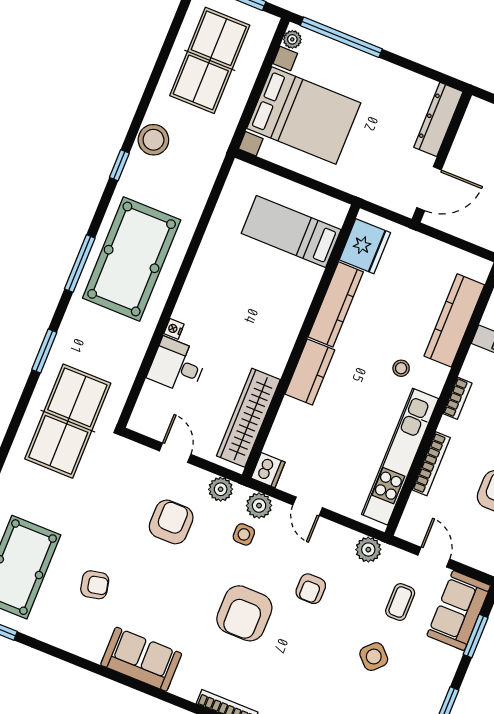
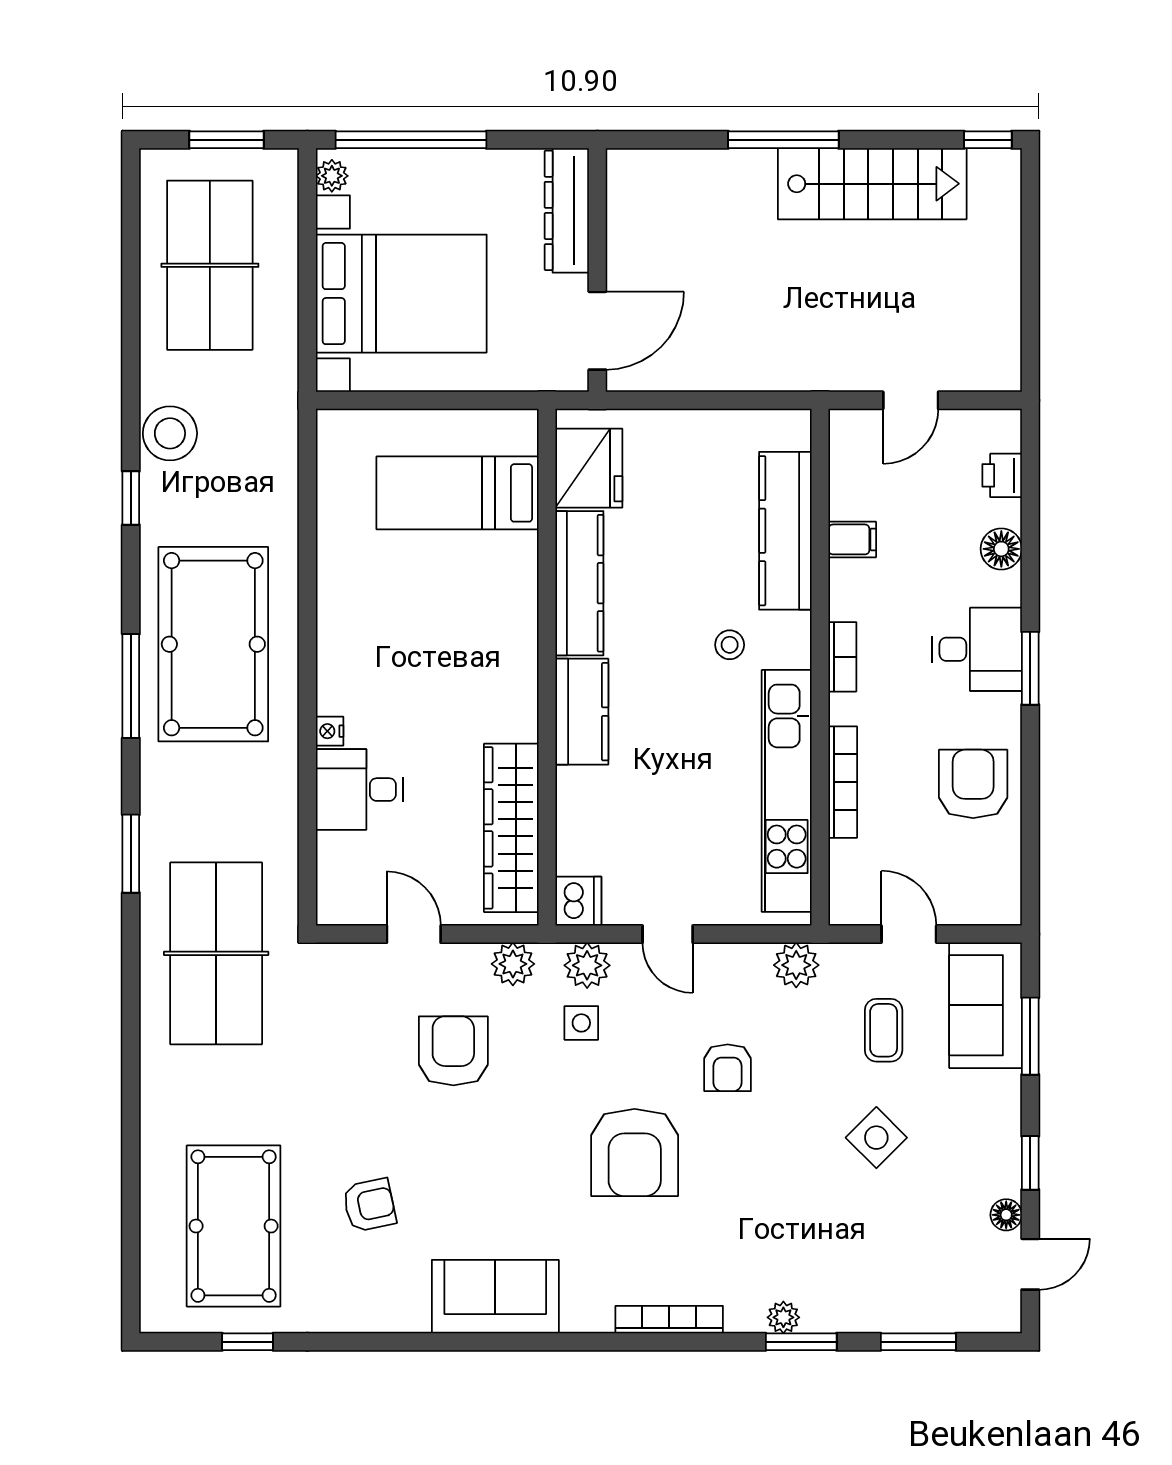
dresser: (438, 119) -> (567, 210), moved
wall: (442, 157) -> (597, 270), moved
door: (429, 189) -> (597, 331), moved

